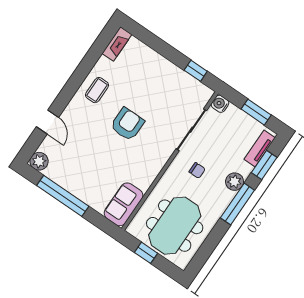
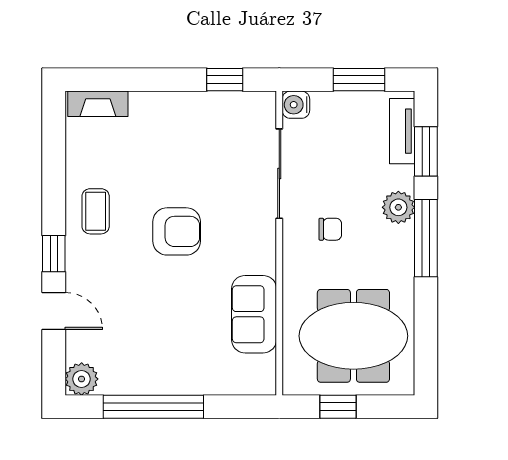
fireplace: (117, 44) -> (98, 104), moved, turned 90
window: (65, 96) -> (54, 254), added
armchair: (127, 124) -> (177, 231), turned 90
sofa: (124, 204) -> (254, 314), moved
meeting table: (175, 226) -> (353, 336), turned 90

